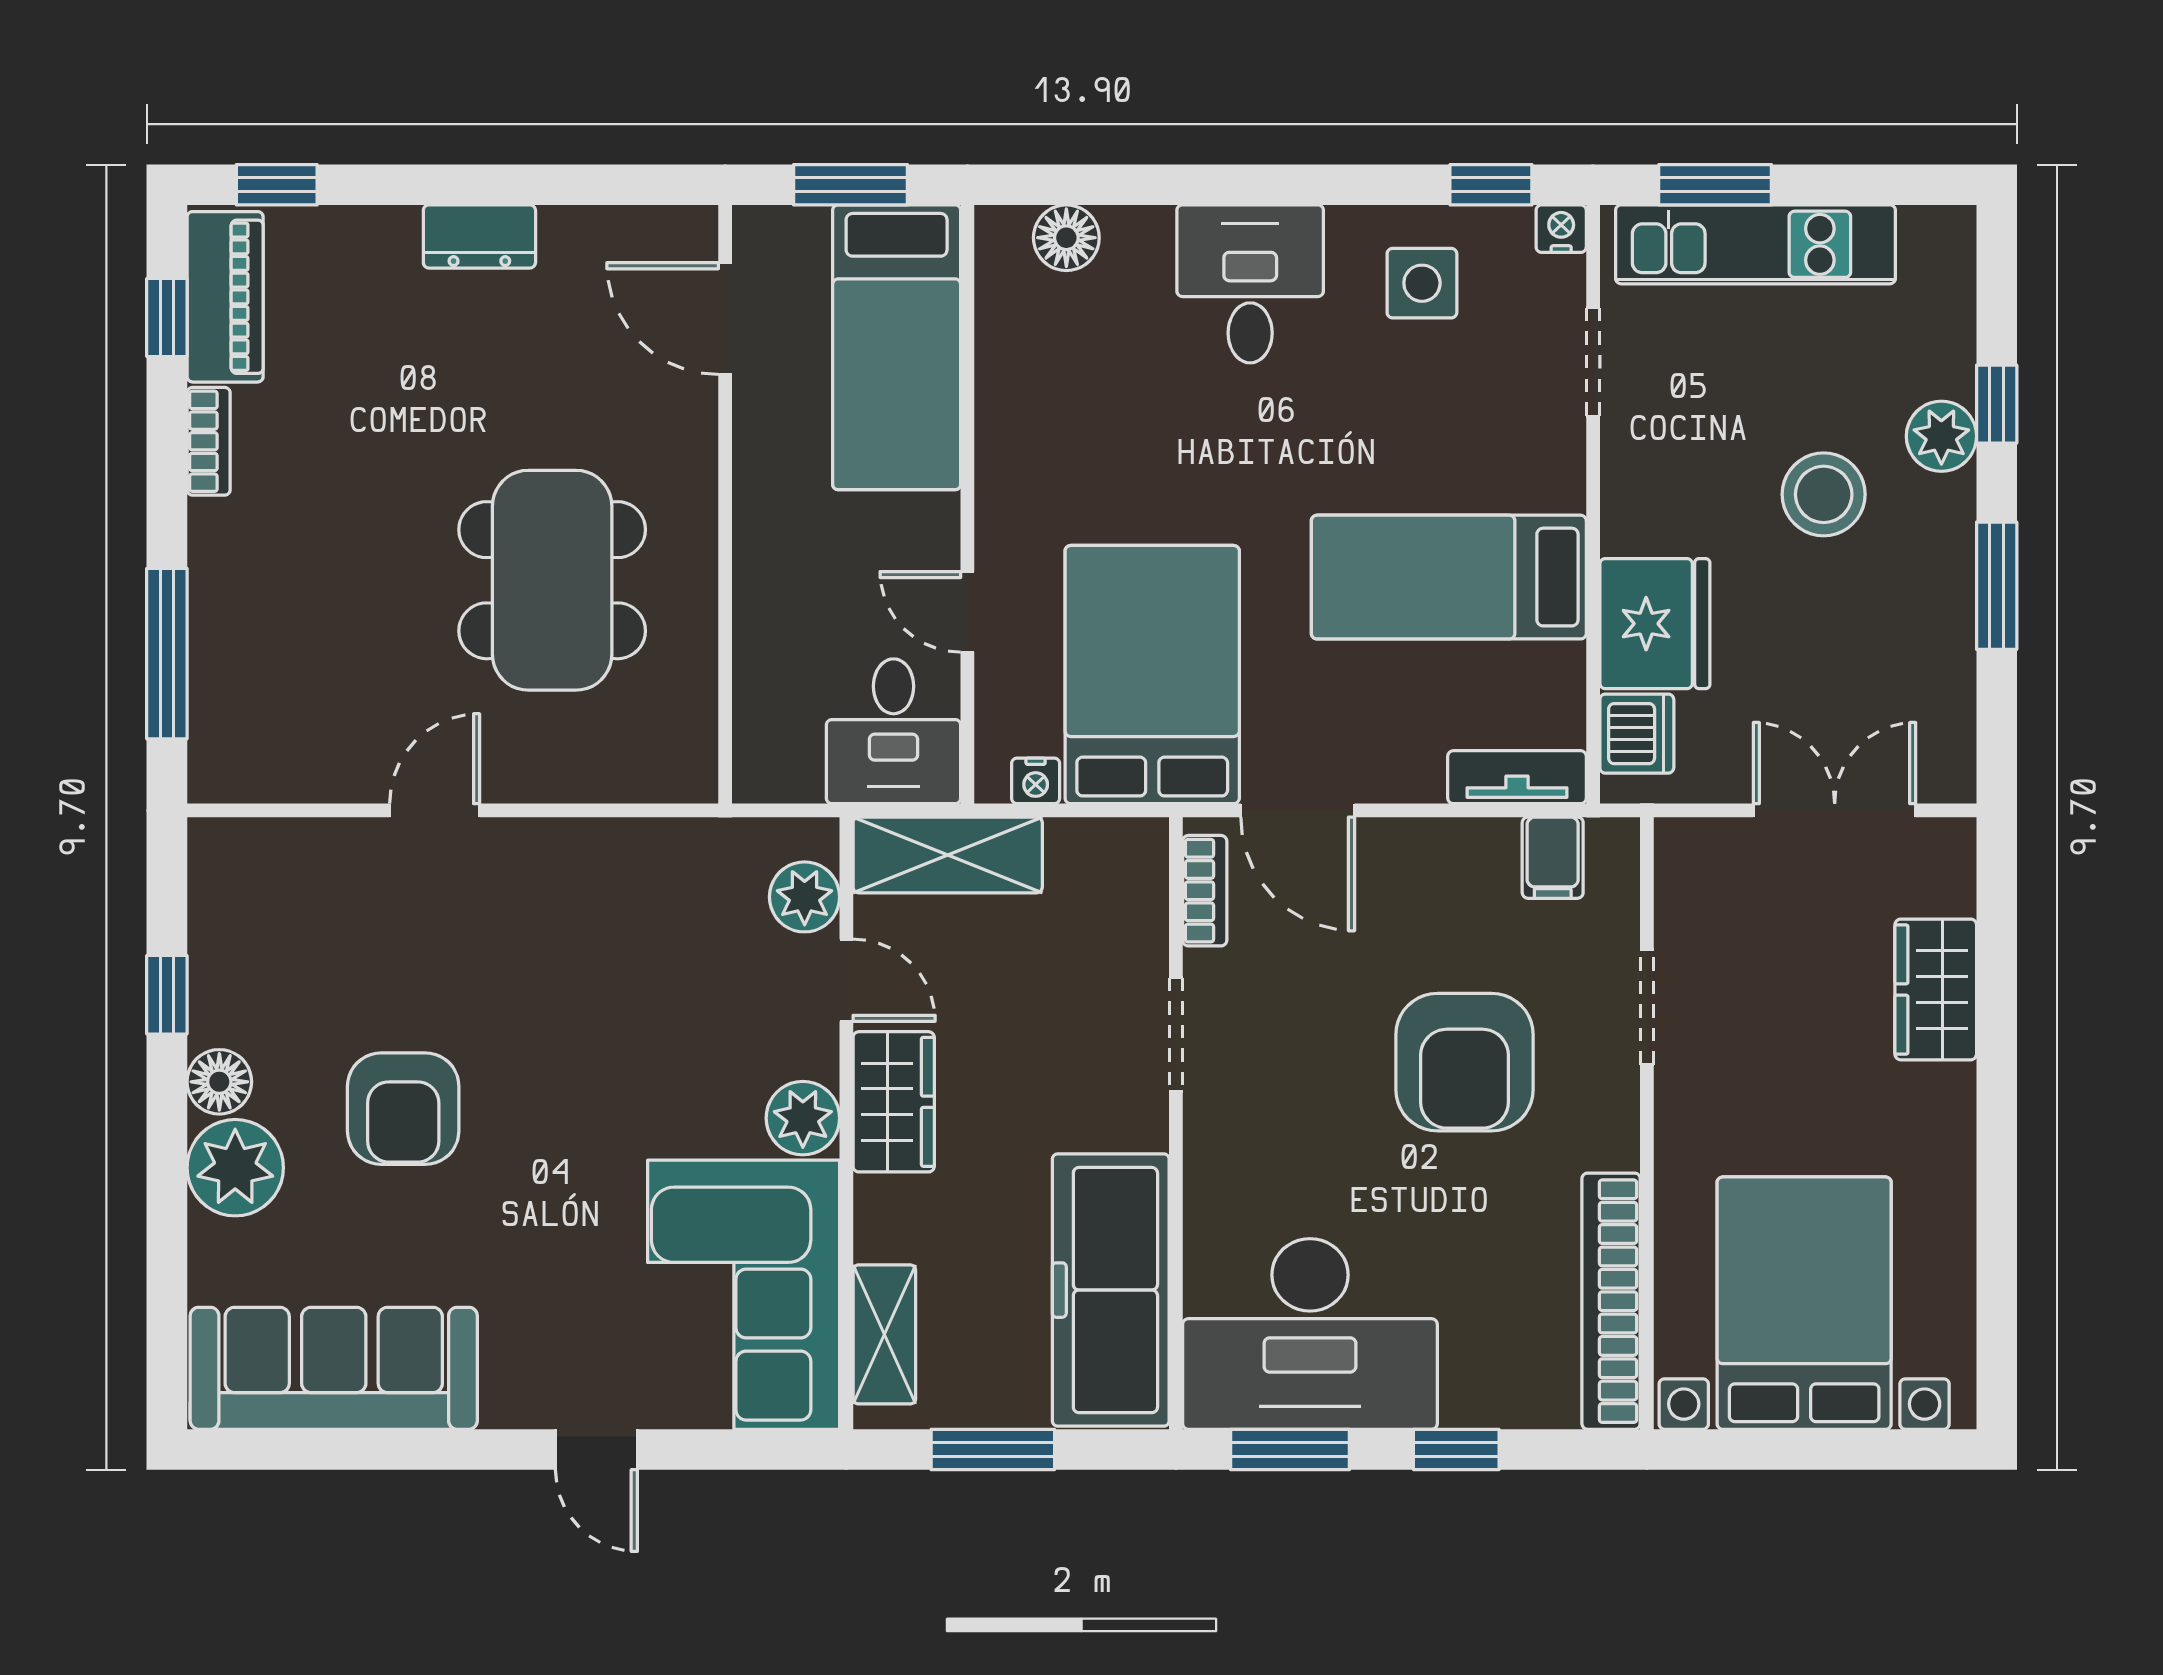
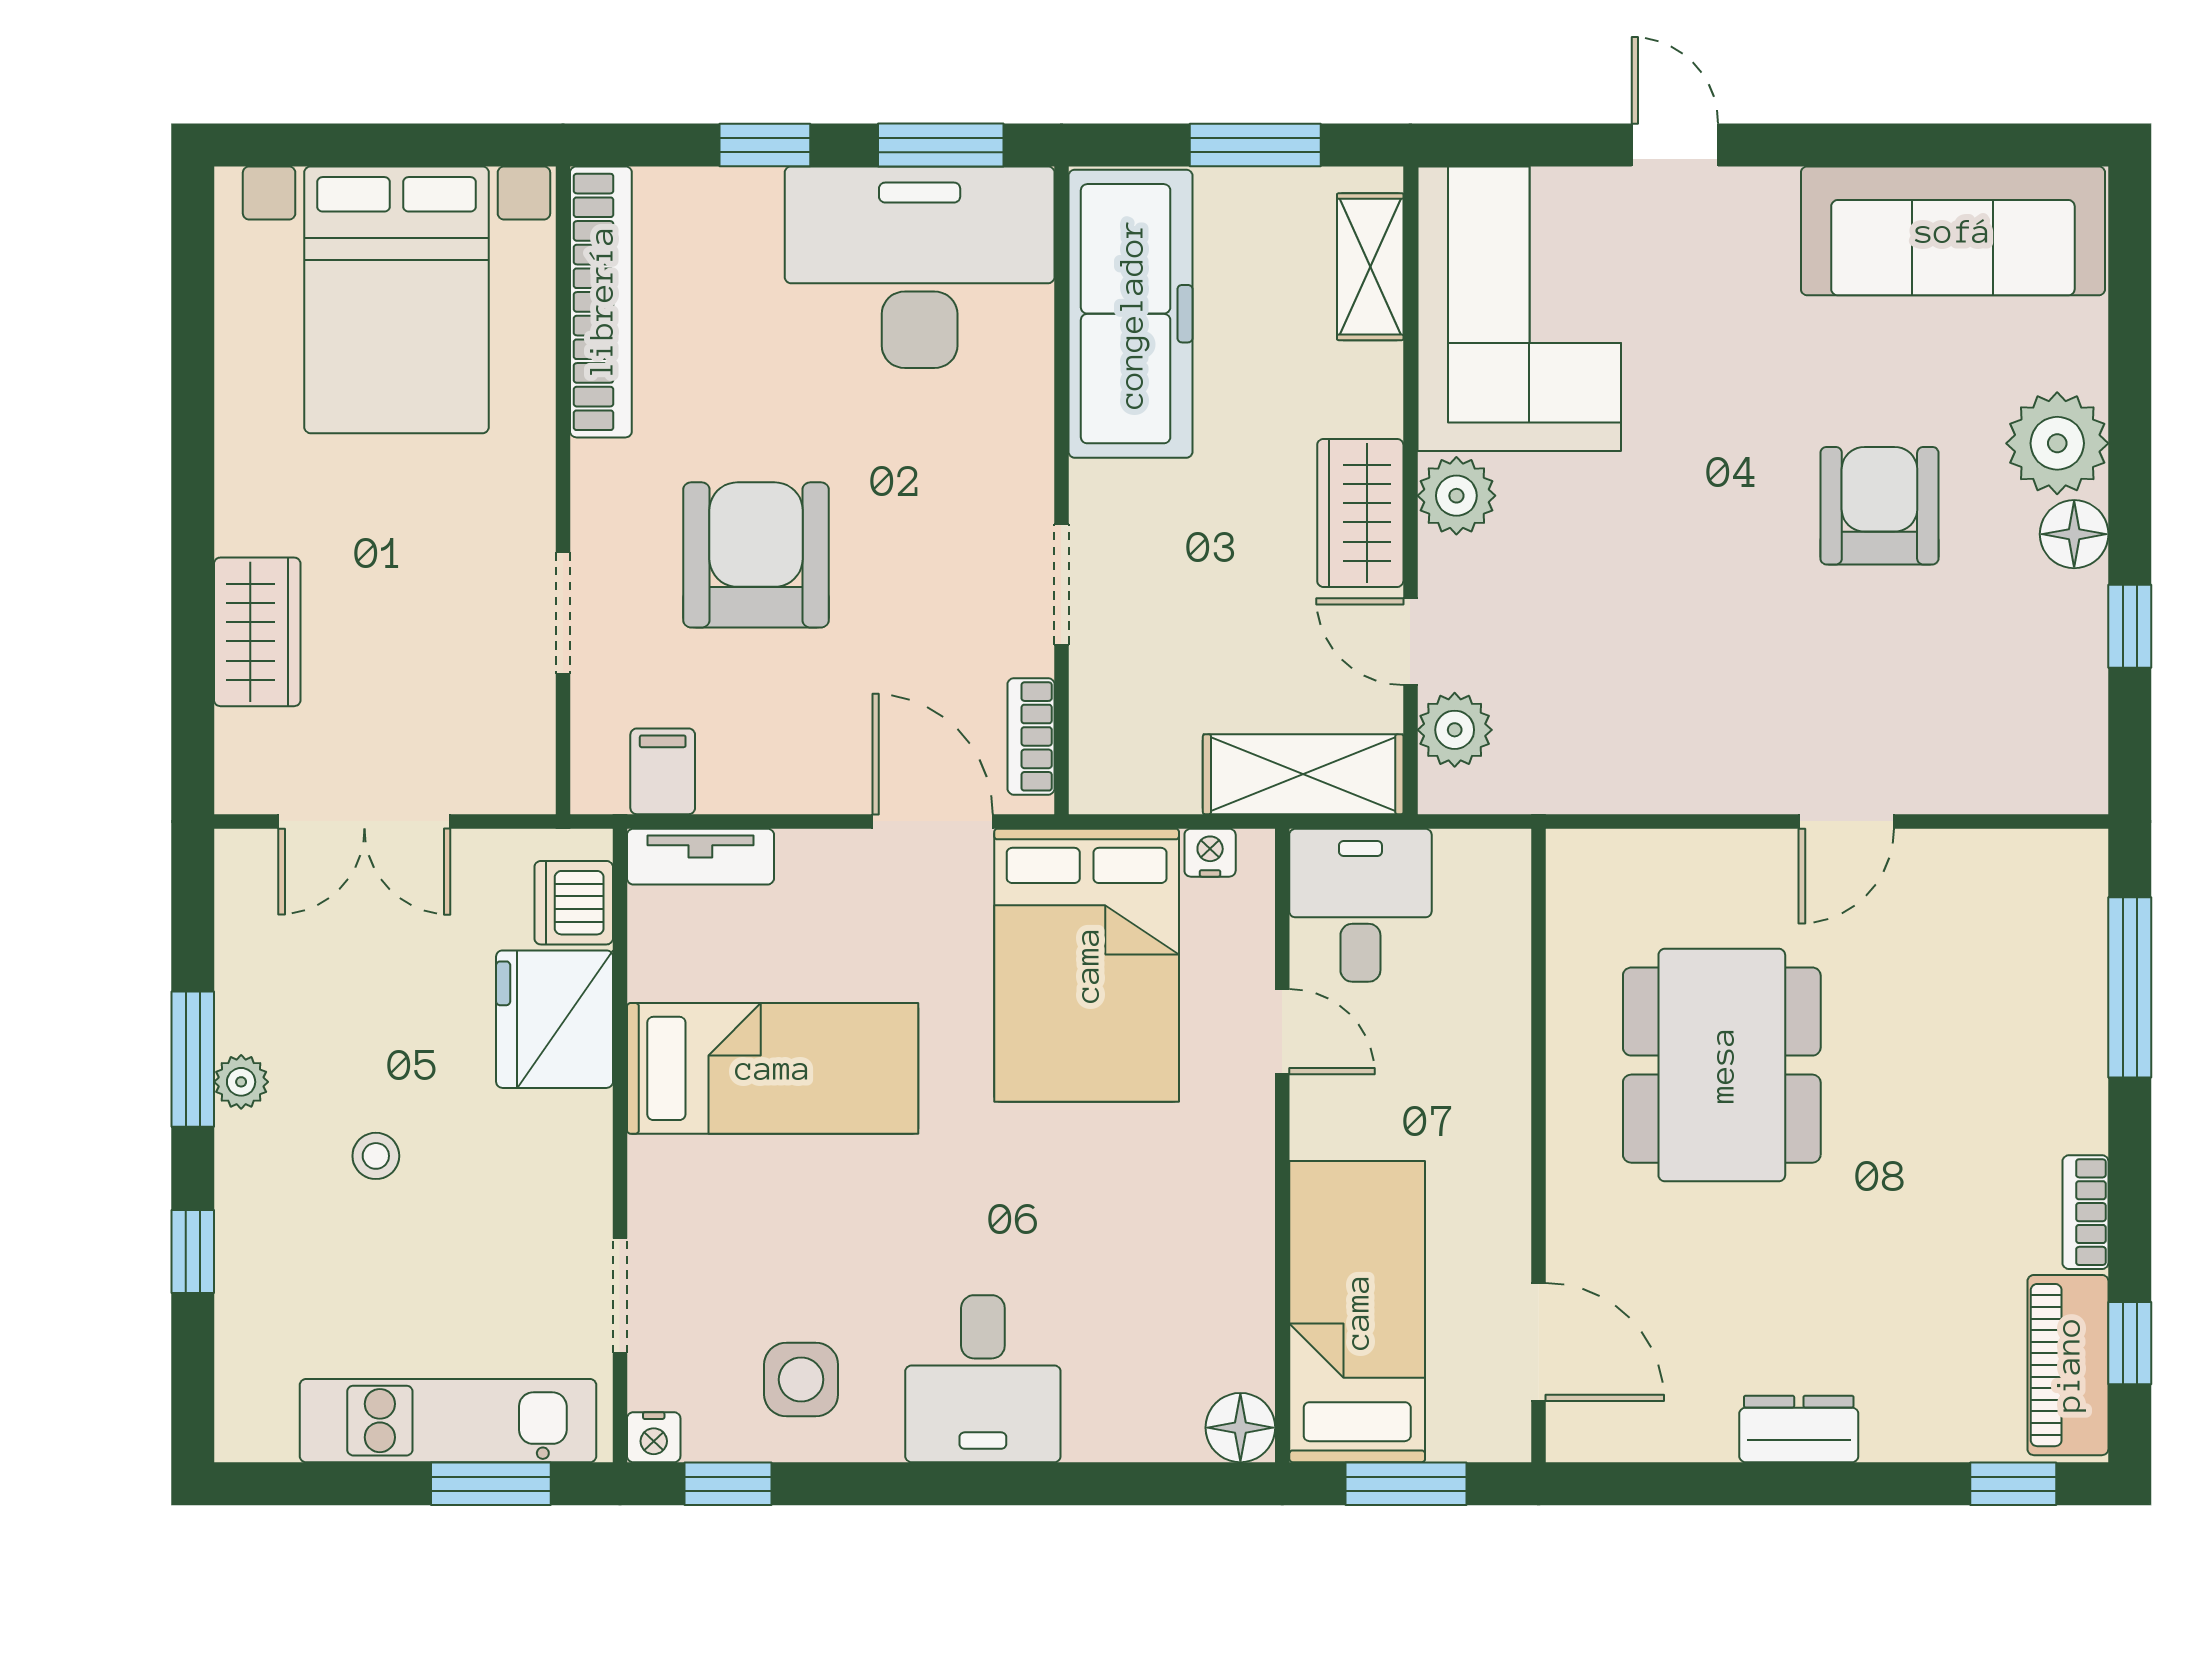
floor lamp: (1066, 238) -> (1240, 1428), moved
plant: (1941, 436) -> (241, 1082), moved, width x0.73, depth x0.73
stool: (1824, 494) -> (376, 1156), width x0.53, depth x0.53

